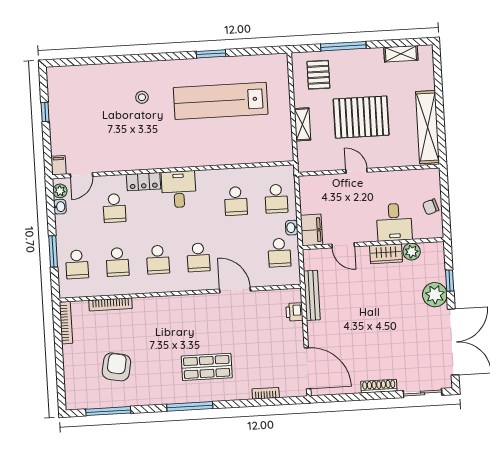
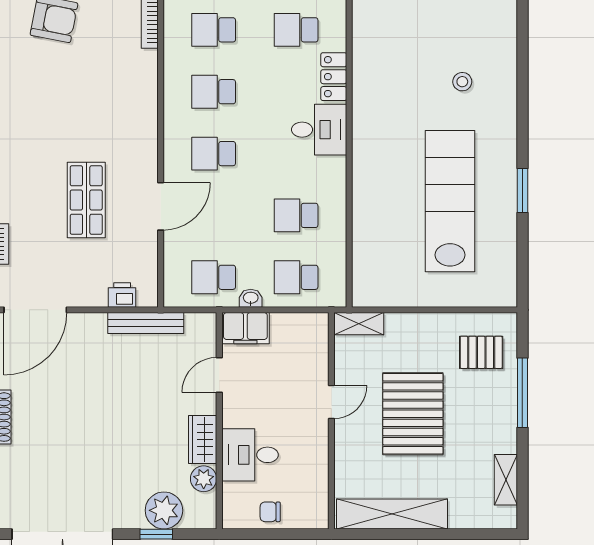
shelving: (302, 124) -> (359, 324), moved
chair: (431, 207) -> (270, 512), turned -72
plant: (435, 295) -> (164, 510), moved
shop shelf: (207, 367) -> (86, 200), moved

